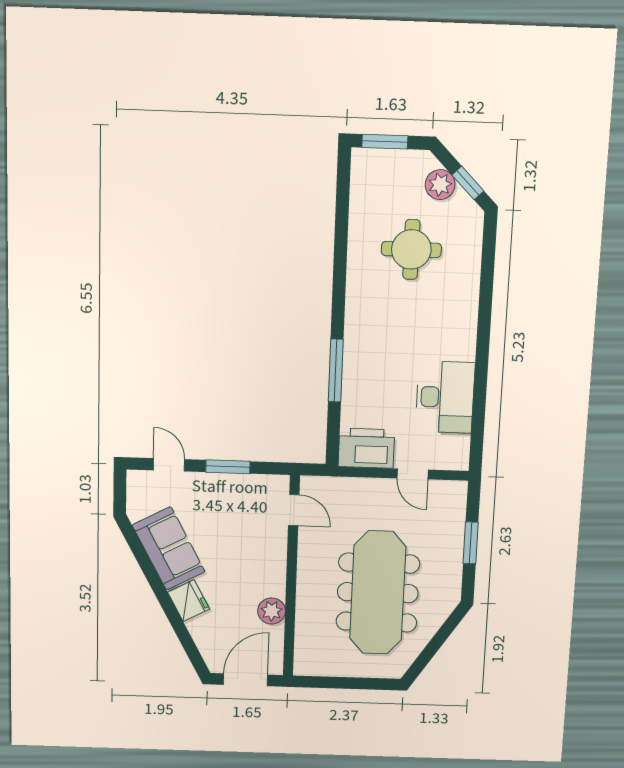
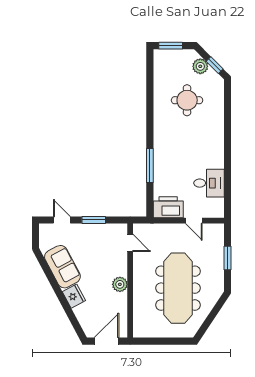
desk: (445, 397) -> (209, 183), width x0.73
plant: (272, 611) -> (120, 284), moved

